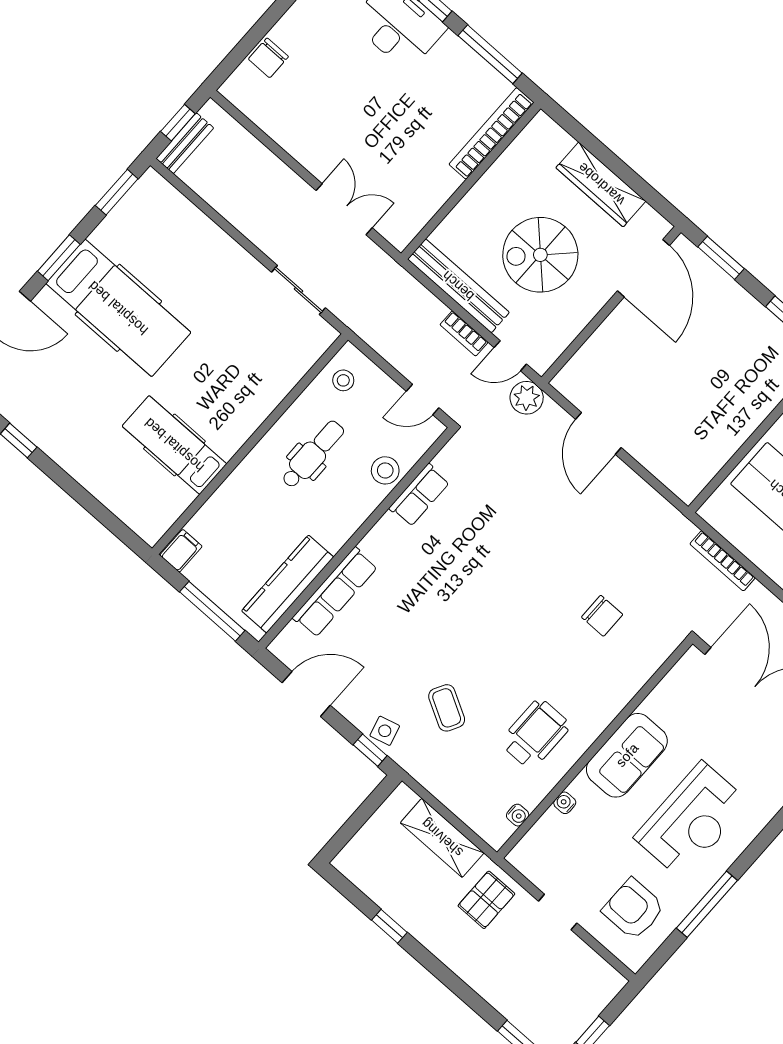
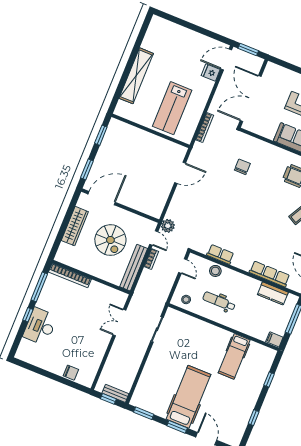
door: (598, 433) -> (180, 173), moved
window: (93, 506) -> (269, 380), added
kitchen counter: (288, 584) -> (273, 293), width x0.67

